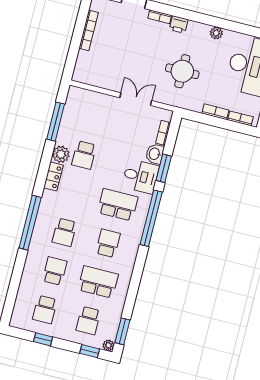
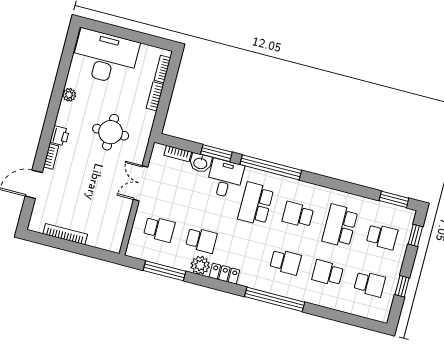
school desk: (94, 116) -> (159, 229), added
plant: (108, 345) -> (409, 215), removed

